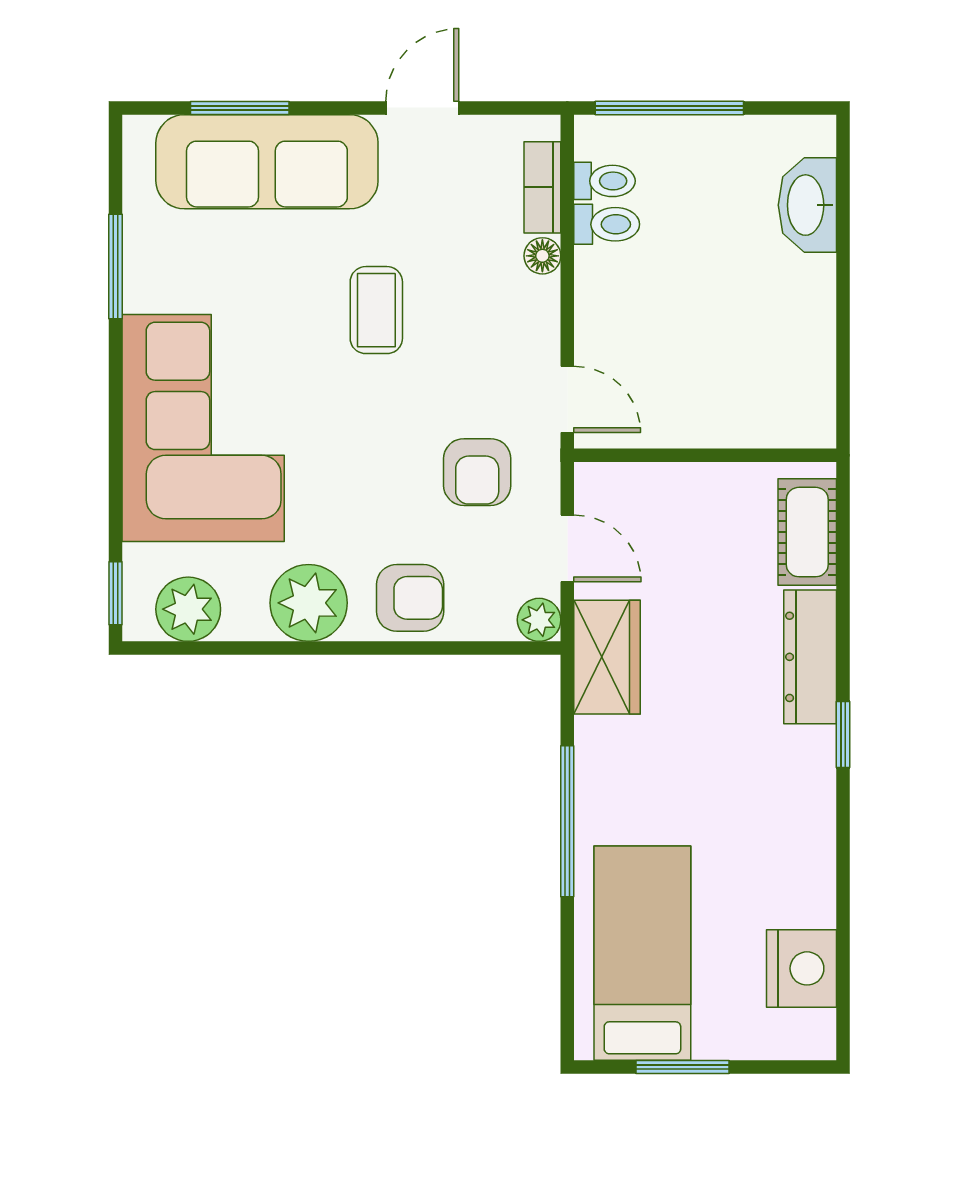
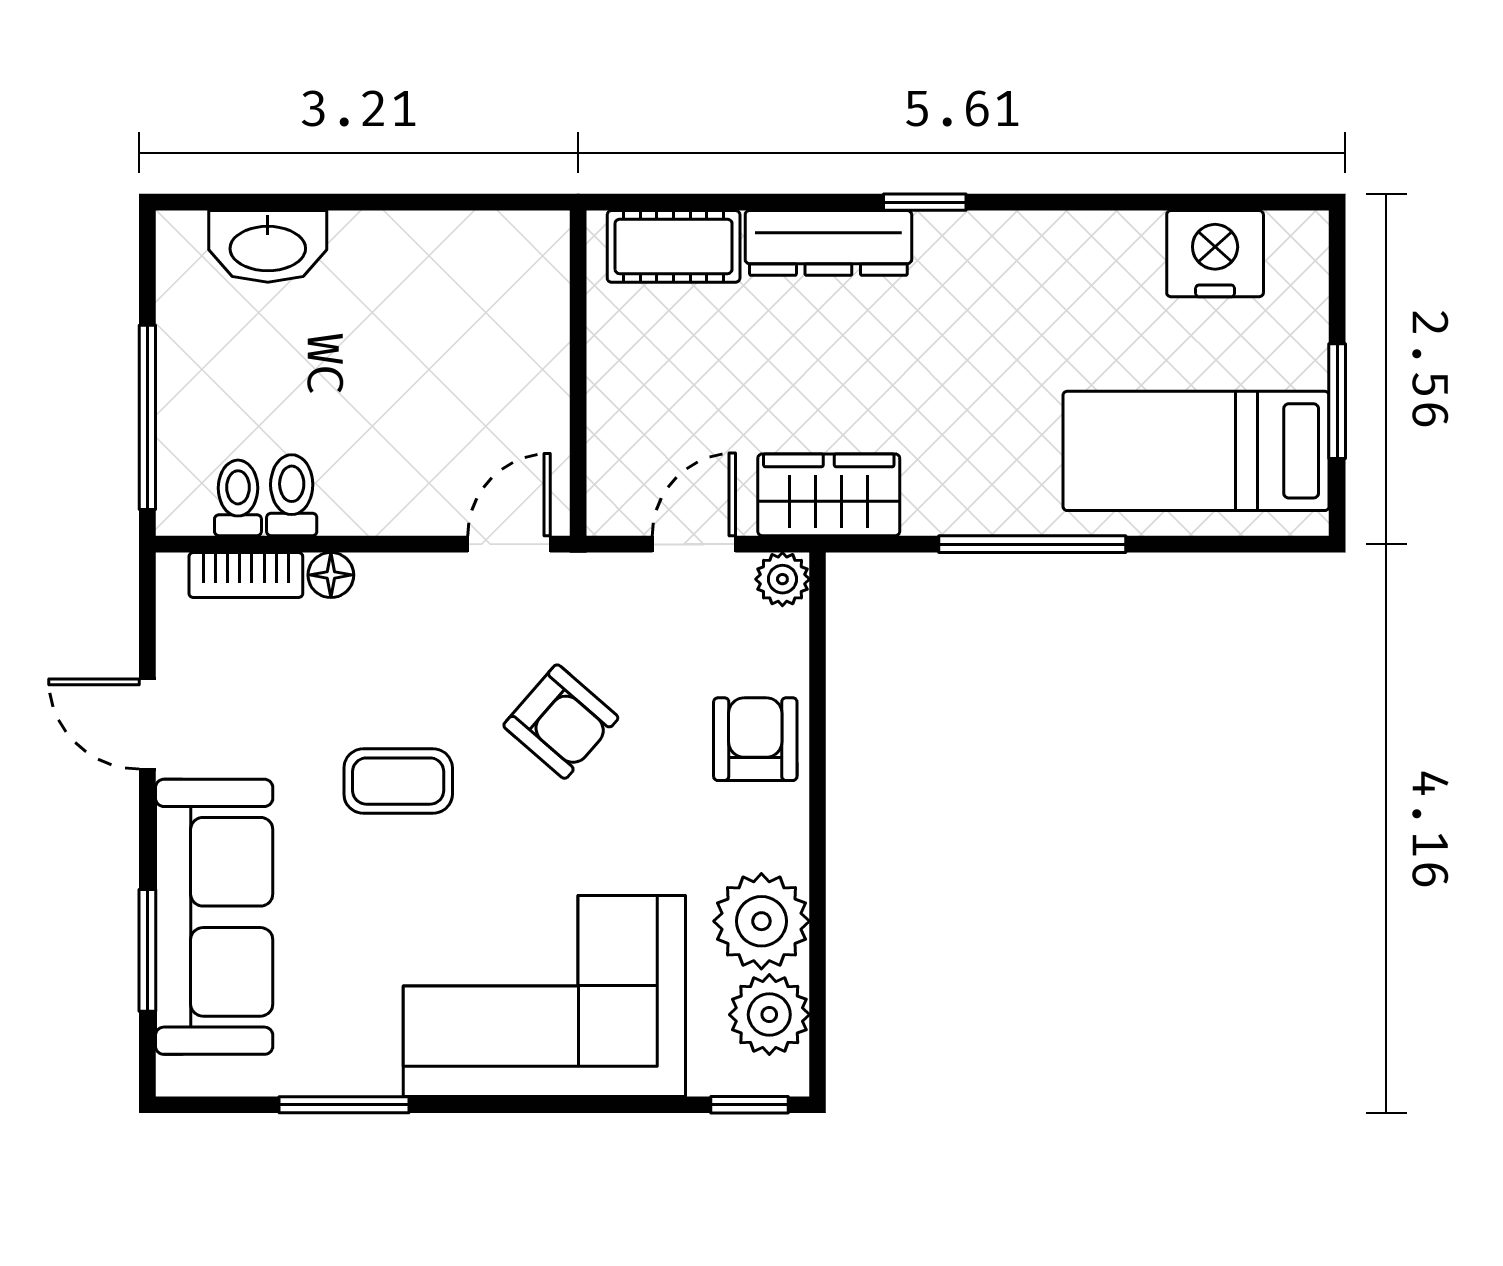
armchair: (477, 472) -> (561, 722), moved, turned 41
plant: (309, 603) -> (761, 921), moved

